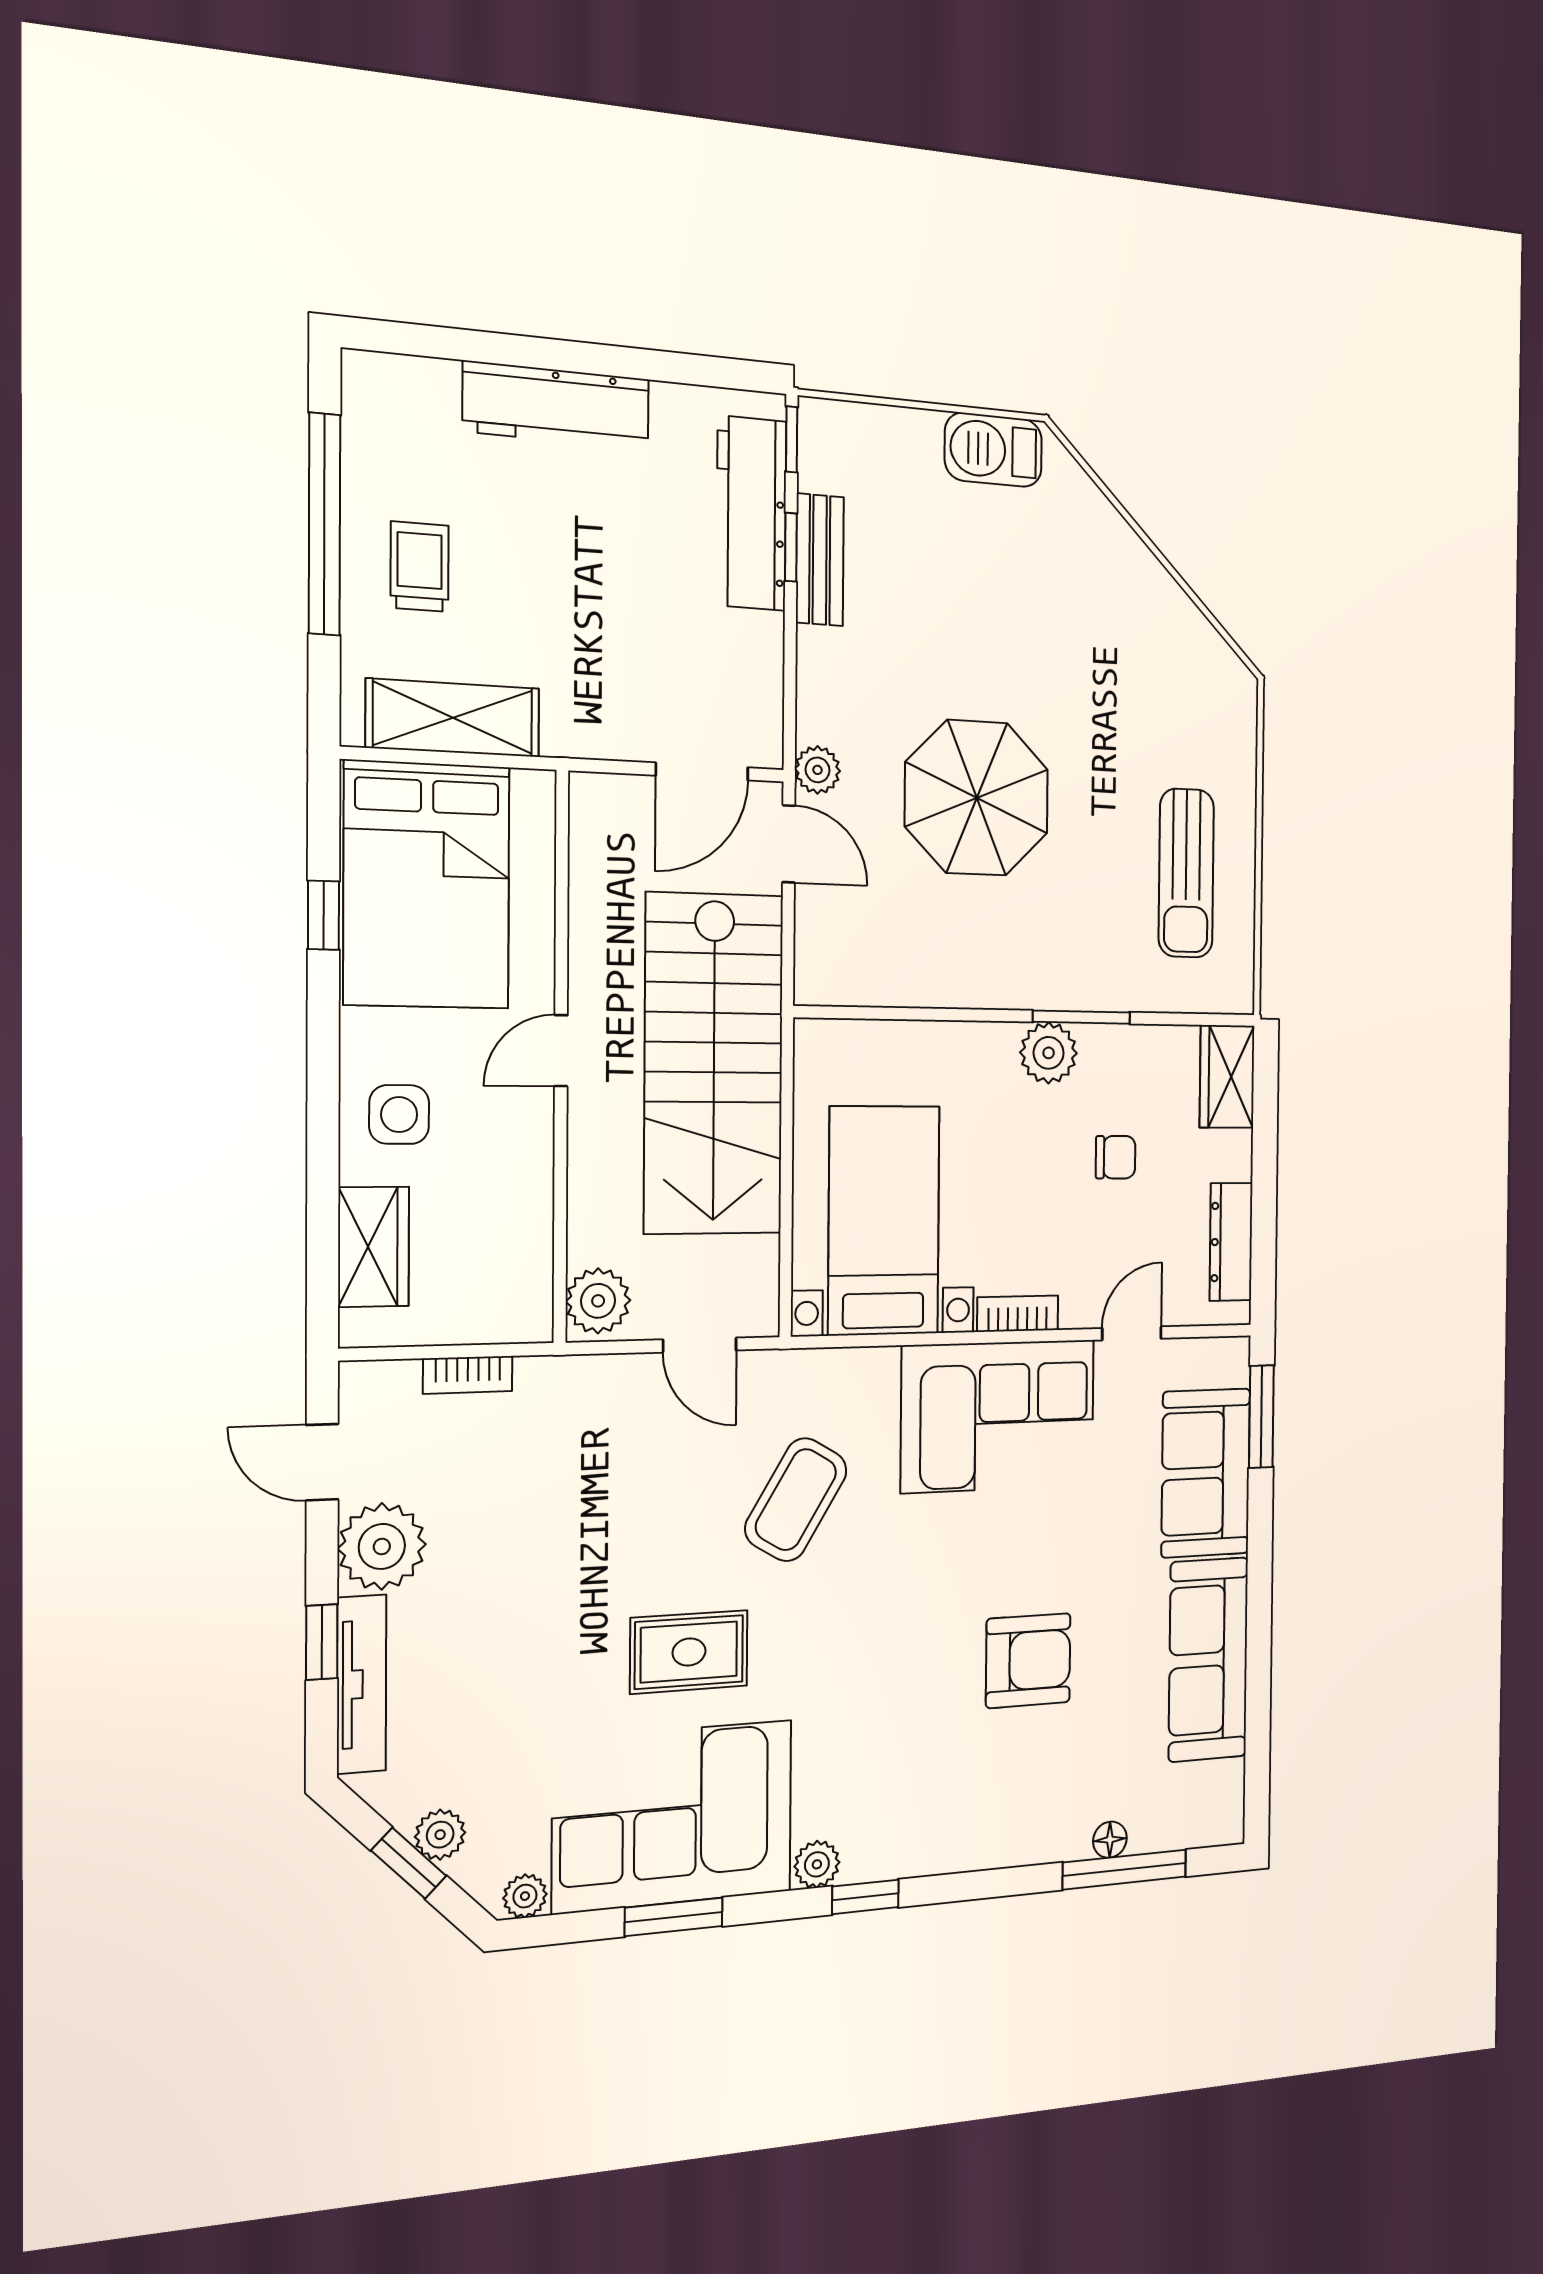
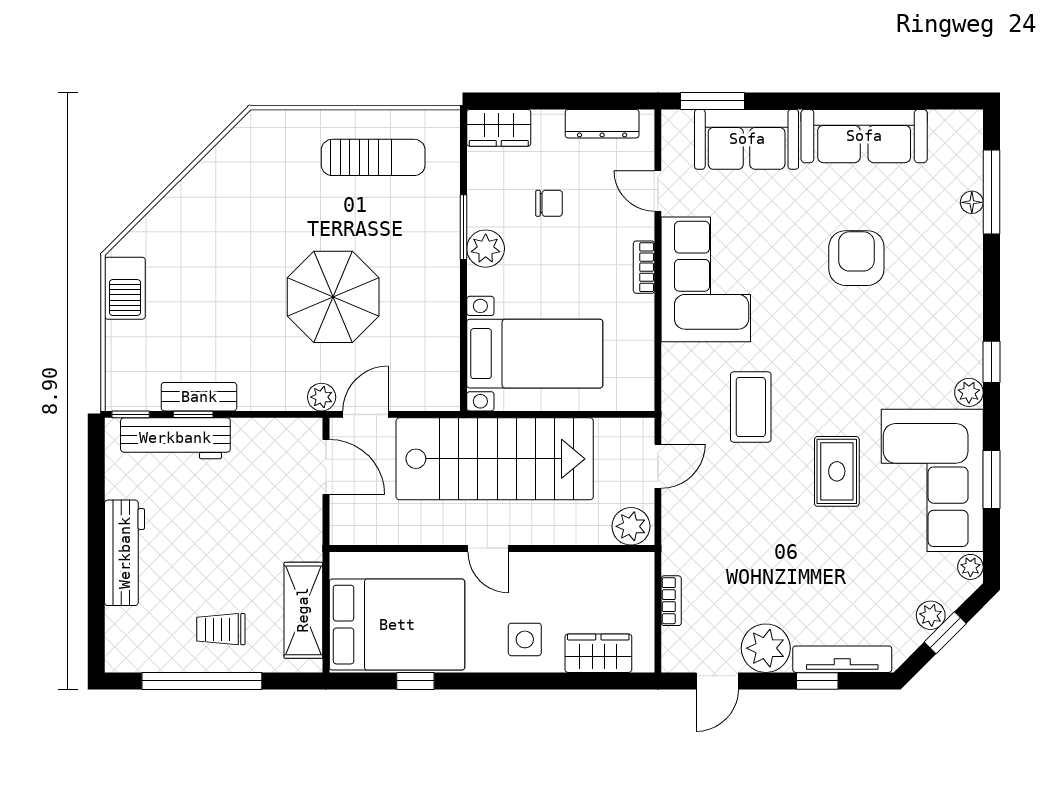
chair: (1116, 1157) -> (549, 203), turned 90
bed with nightstands: (884, 1220) -> (535, 354), moved, turned 180
coffee table: (796, 1500) -> (751, 407), turned 59

